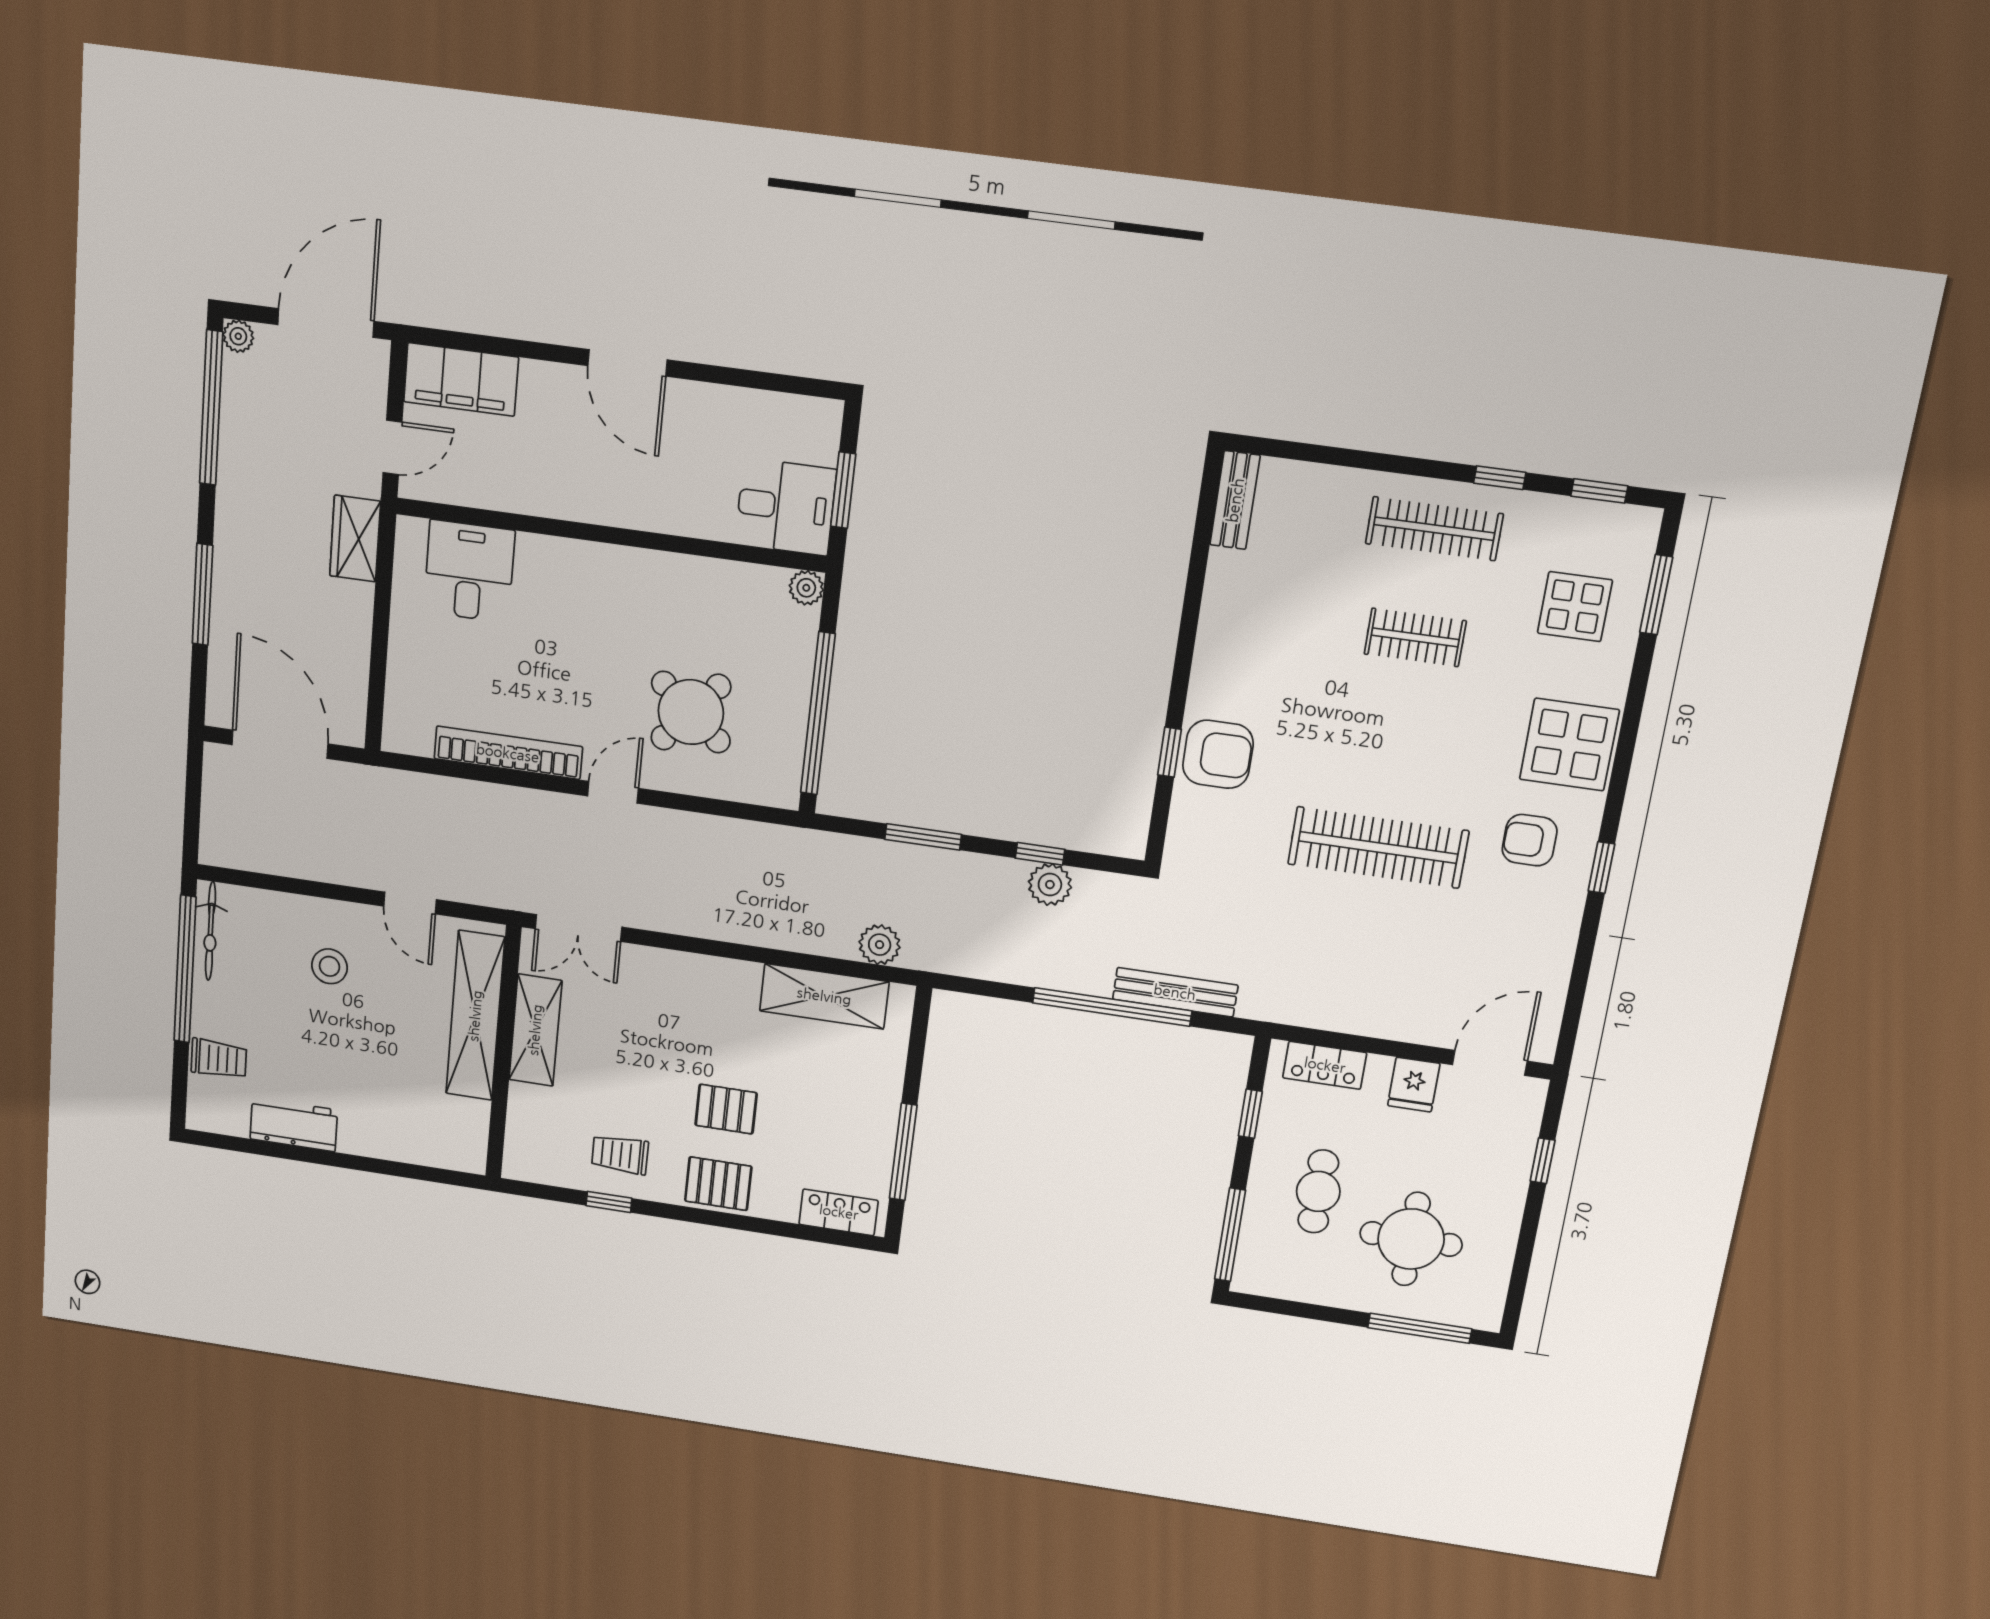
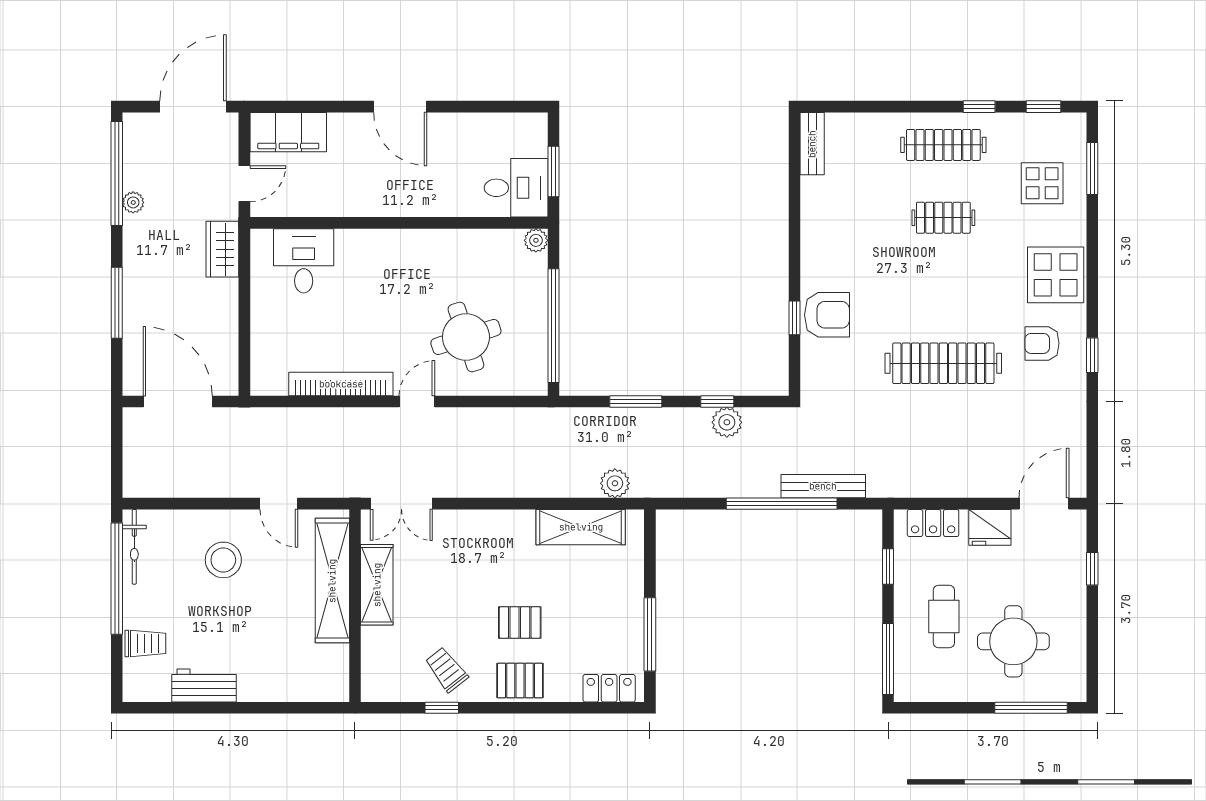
plant: (238, 336) -> (133, 202), moved
round table: (691, 712) -> (466, 337), turned 32
stool: (330, 966) -> (223, 560), width x1.38, depth x1.38
fridge: (1414, 1085) -> (990, 527), width x1.38
trolley: (620, 1154) -> (446, 670), turned 52

